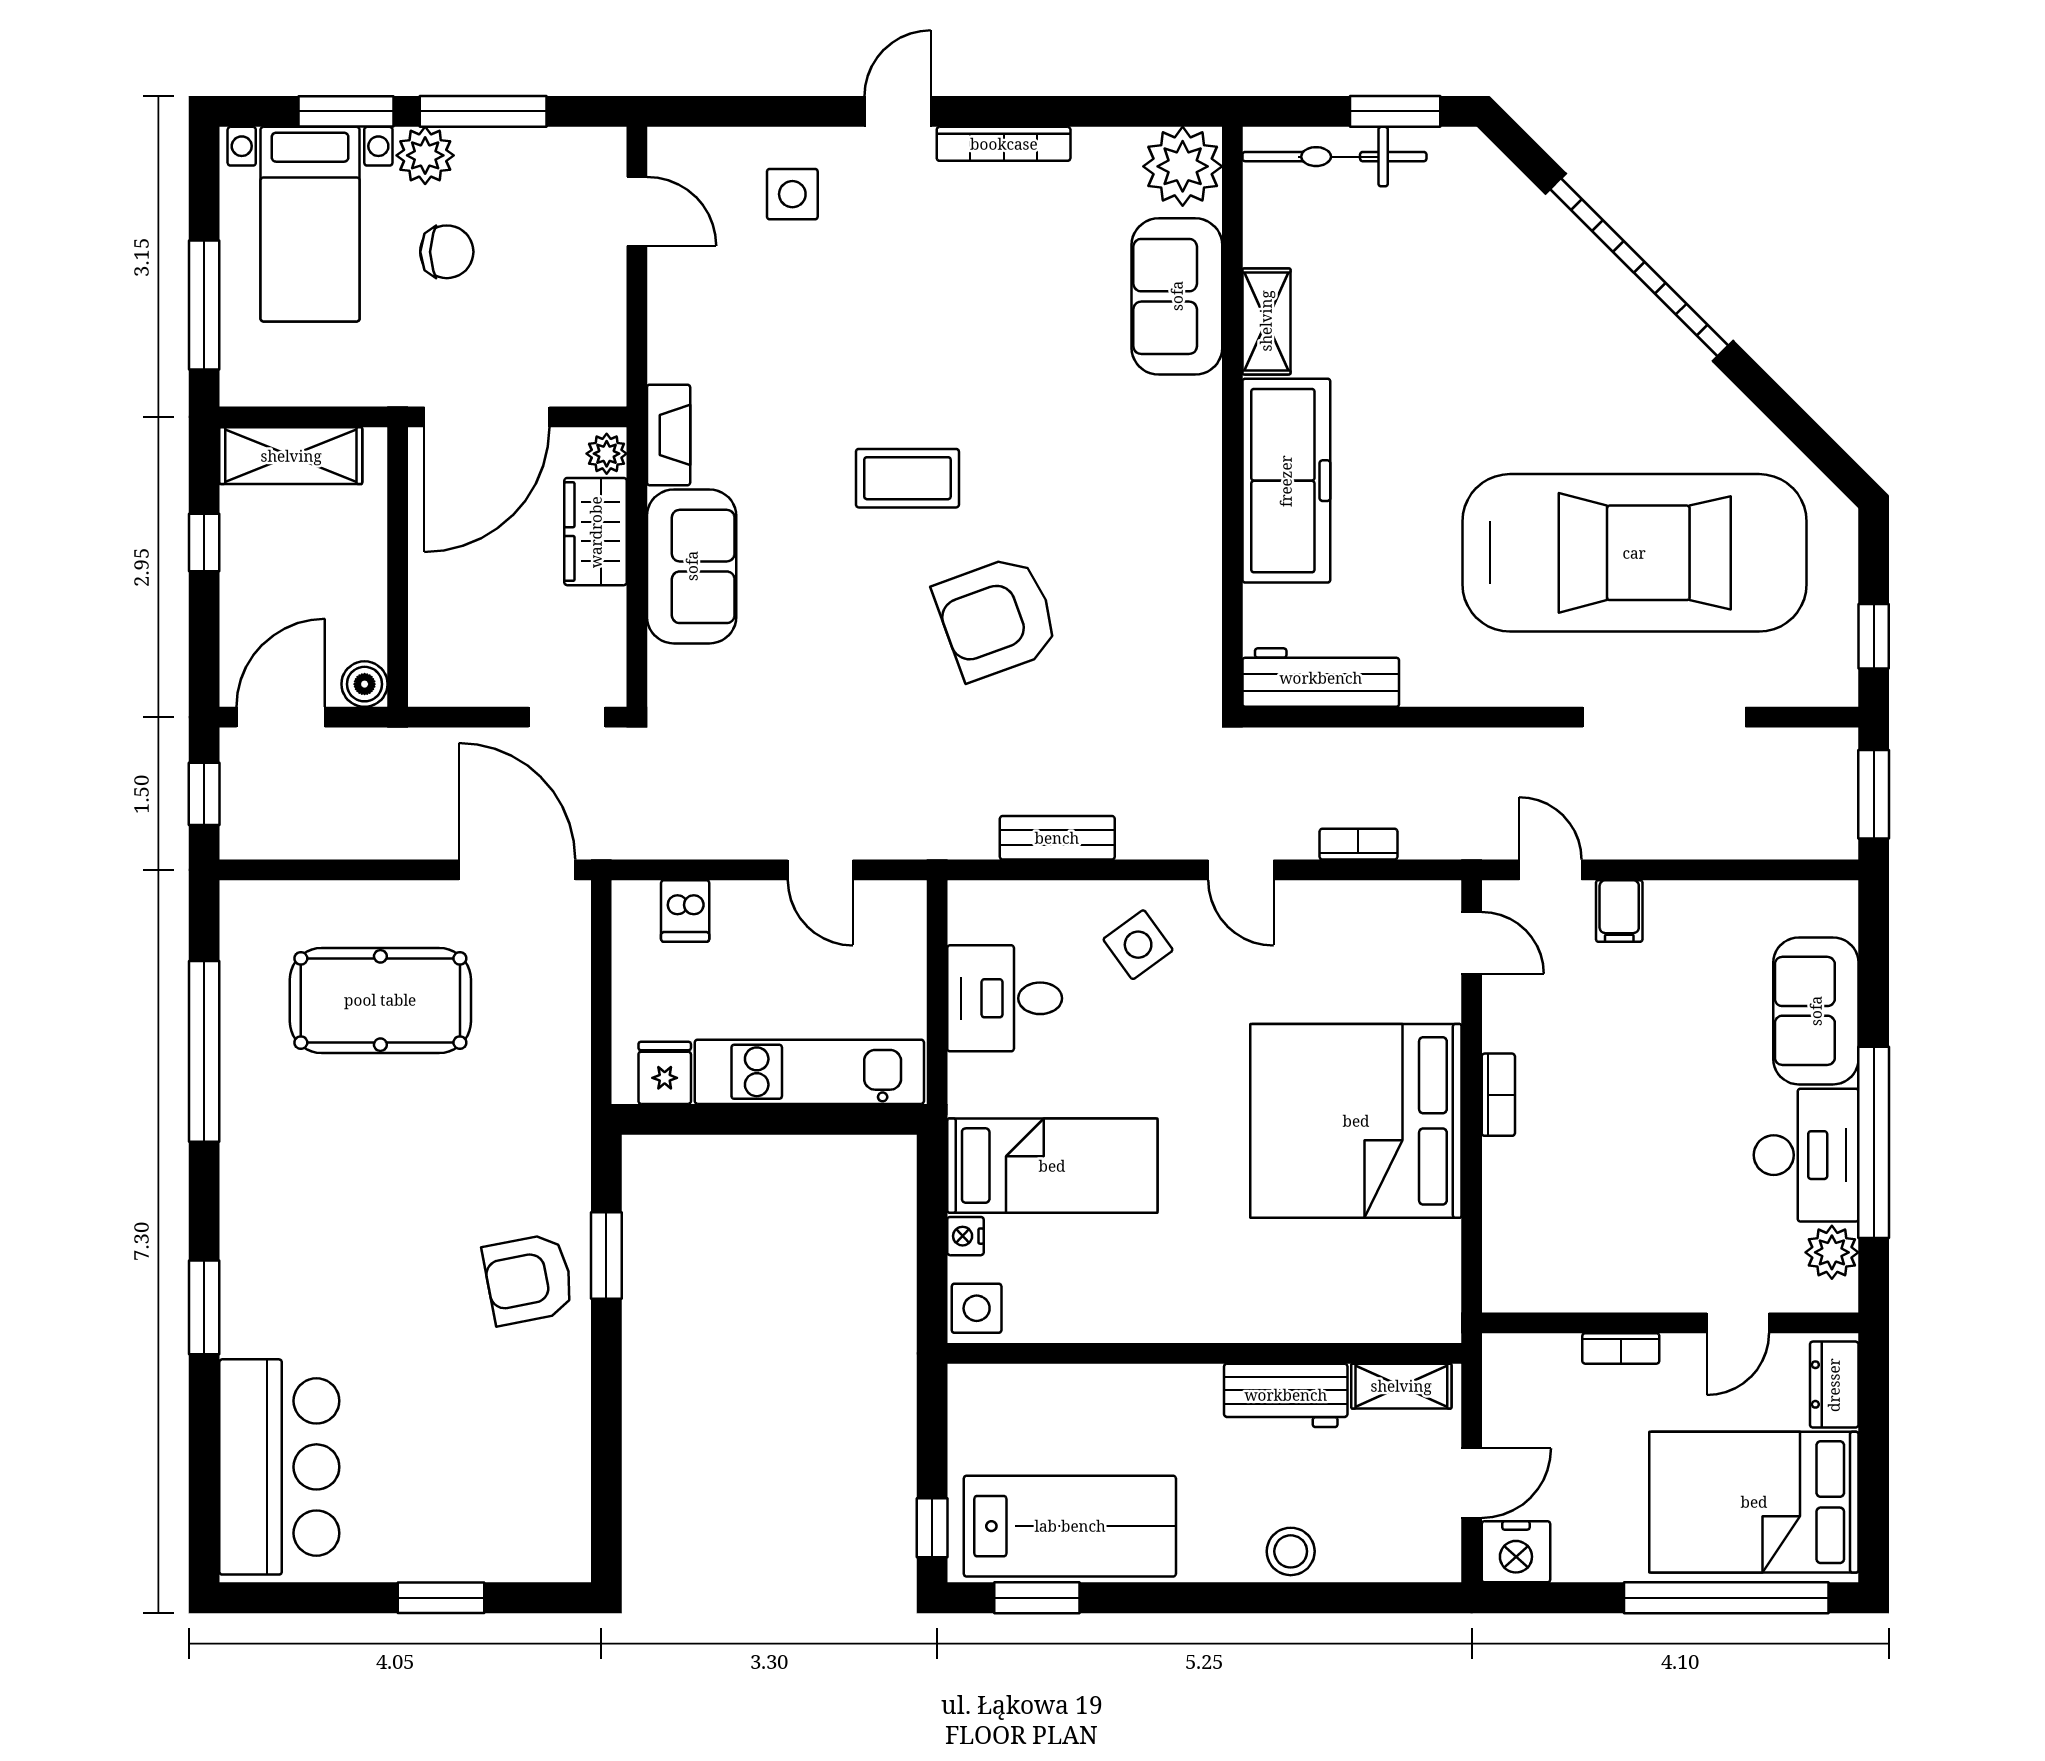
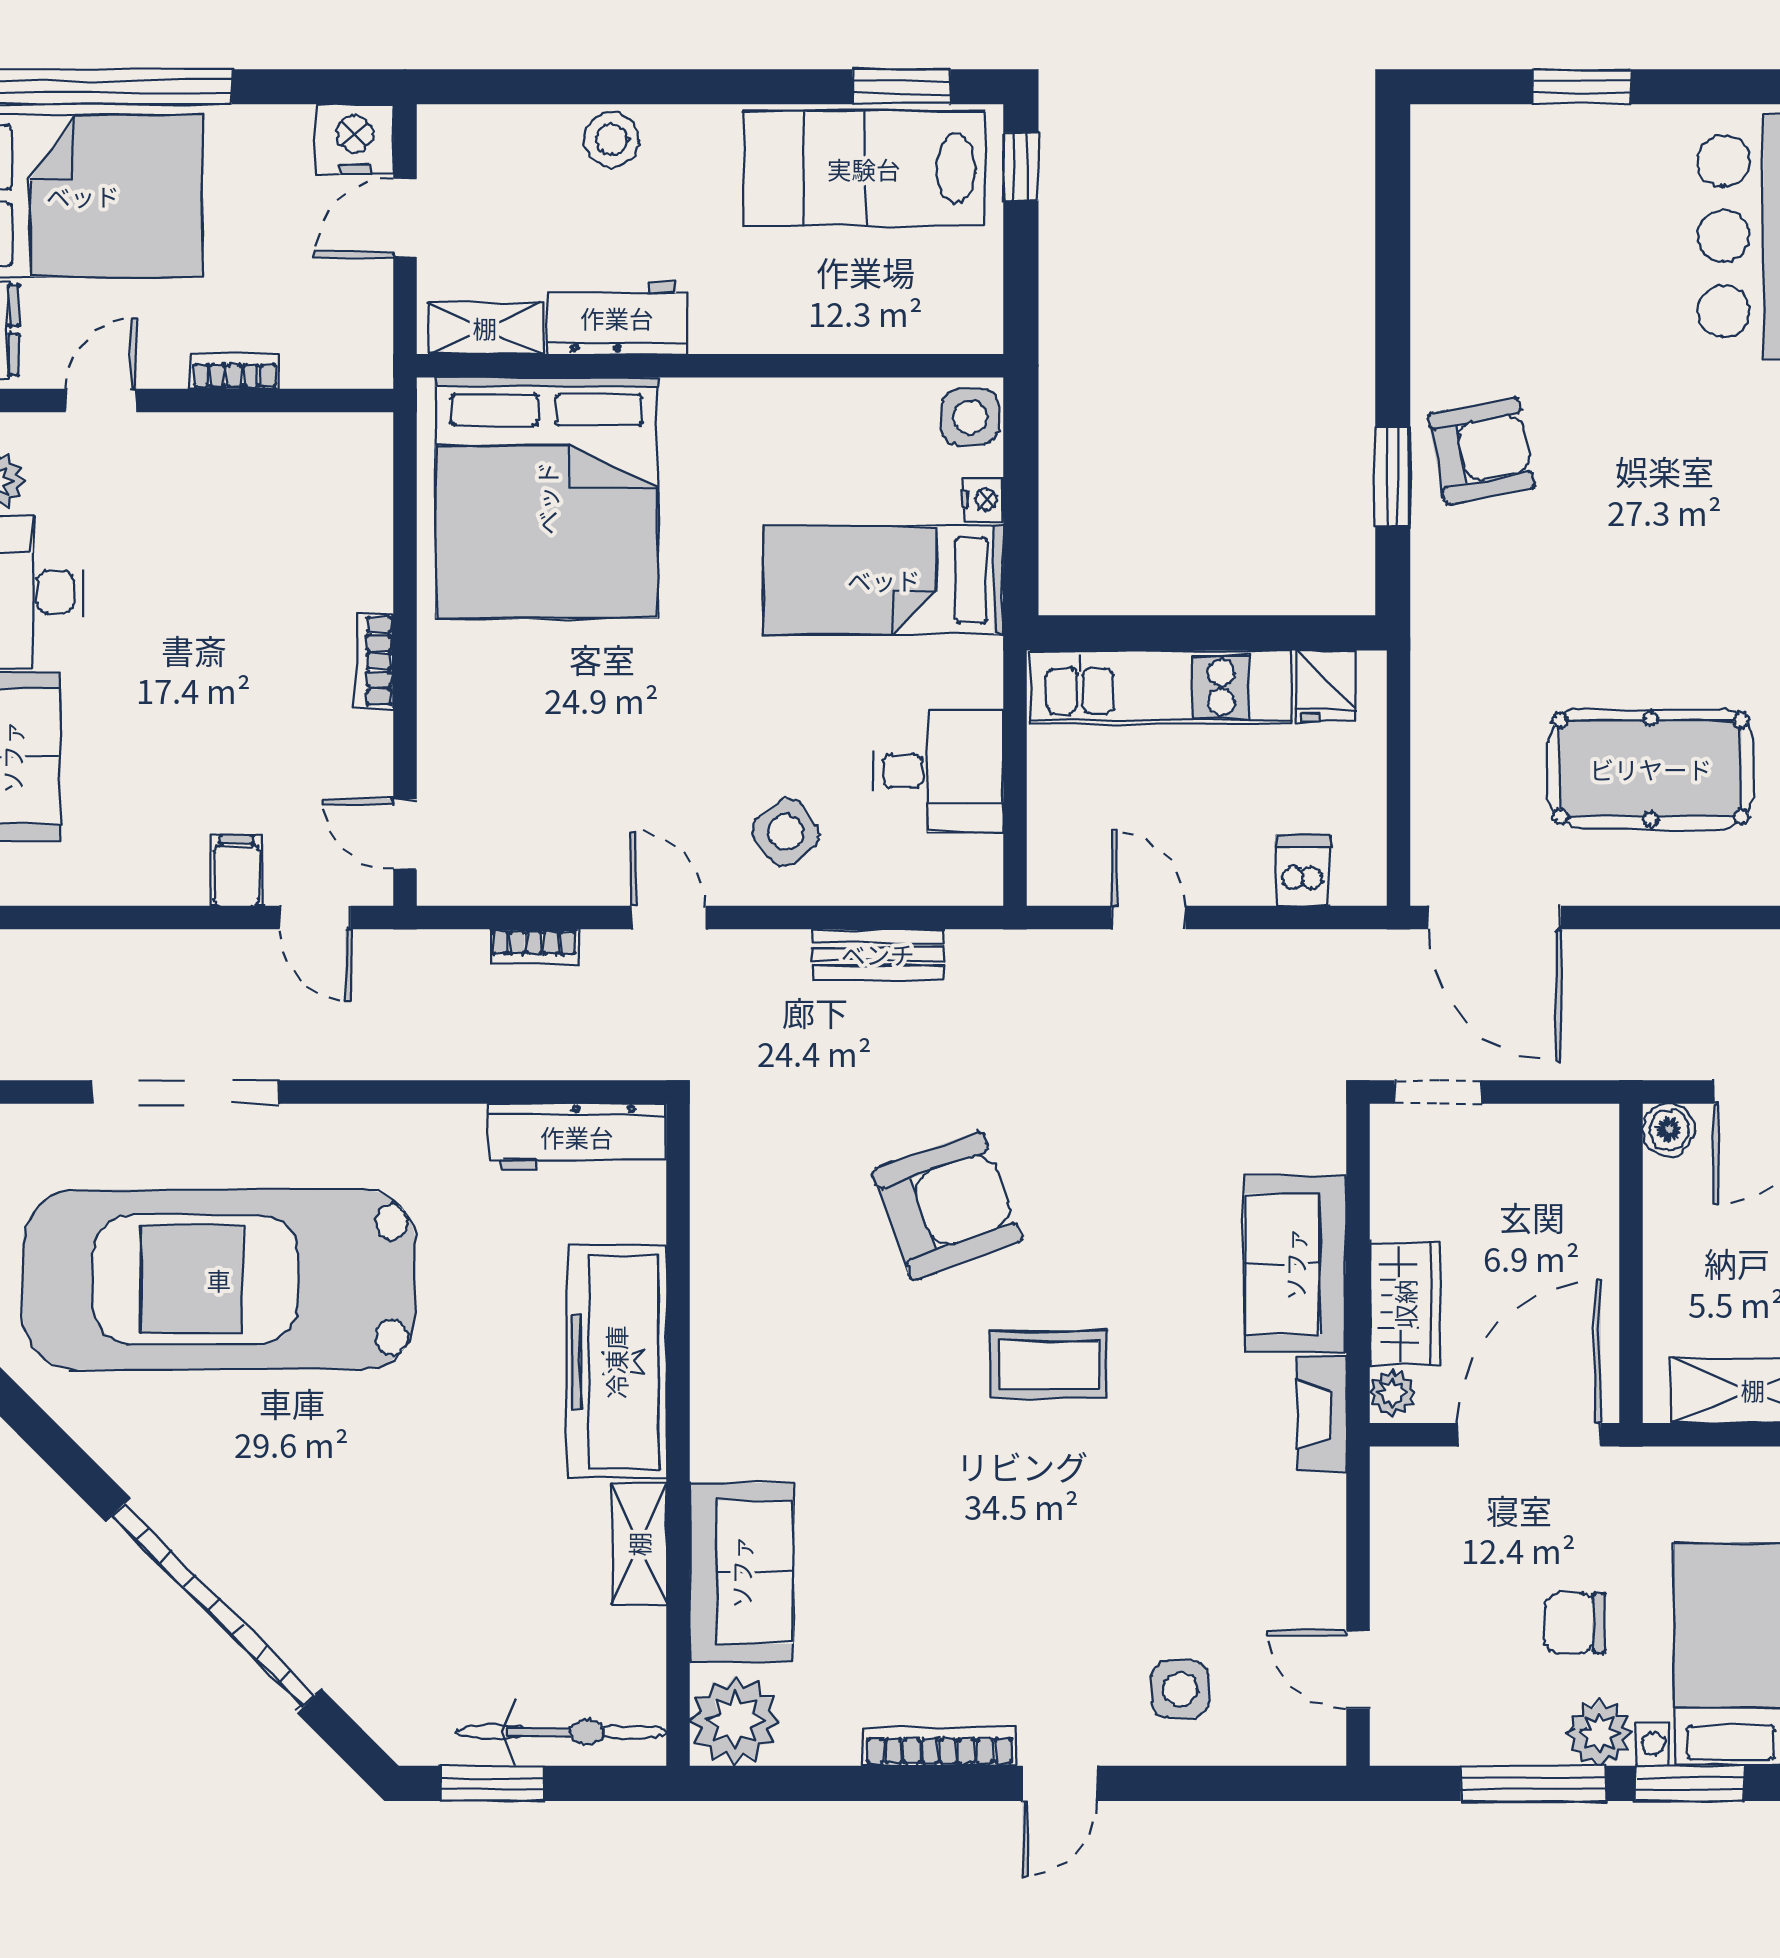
bed: (1356, 1121) -> (547, 498), moved, turned 90

